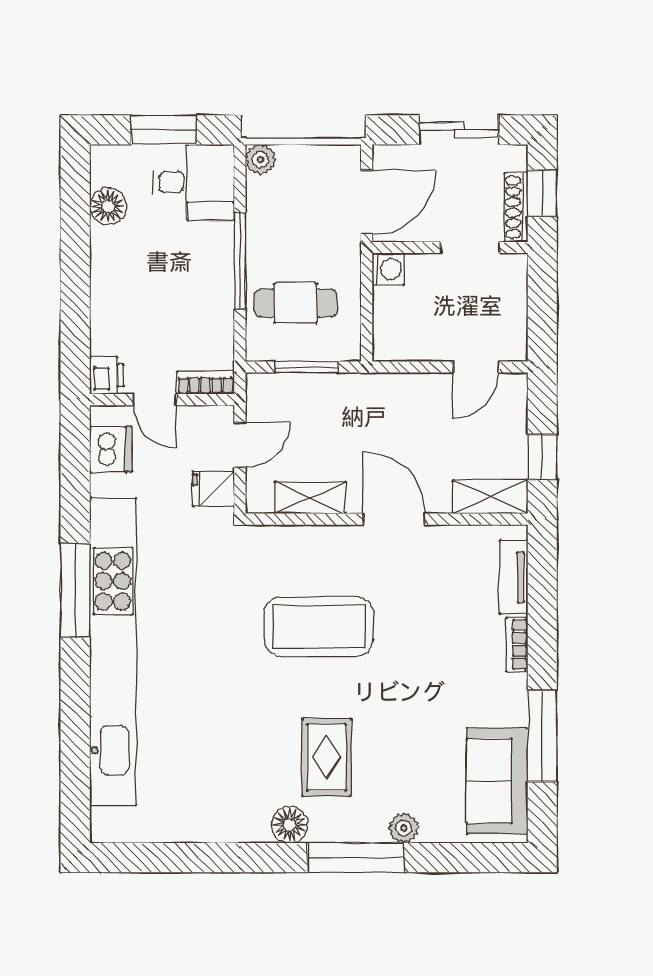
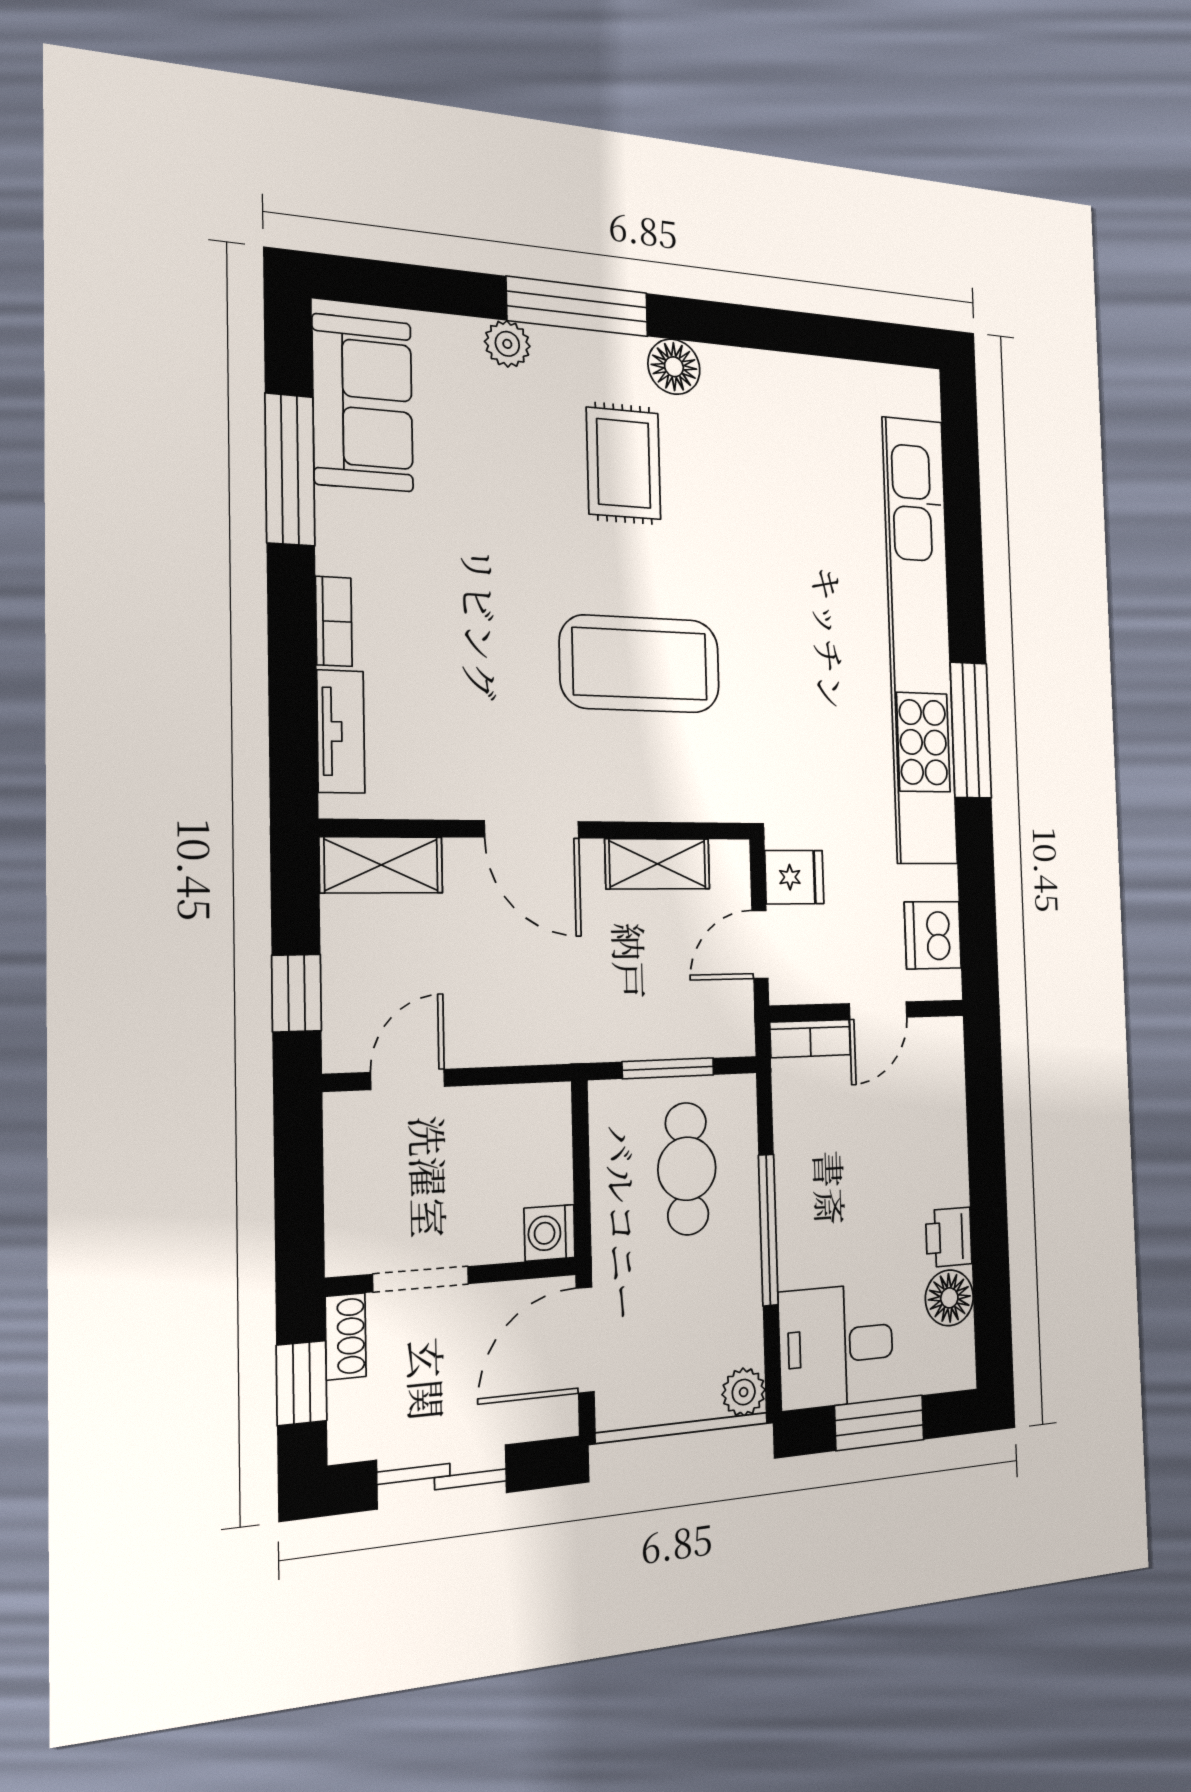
shoe rack: (516, 207) -> (346, 1336), width x0.70
cafe table: (296, 303) -> (687, 1169), turned 90
printer: (107, 375) -> (949, 1237), moved
door: (155, 400) -> (878, 1010), swing flipped
window: (542, 457) -> (297, 993), moved

